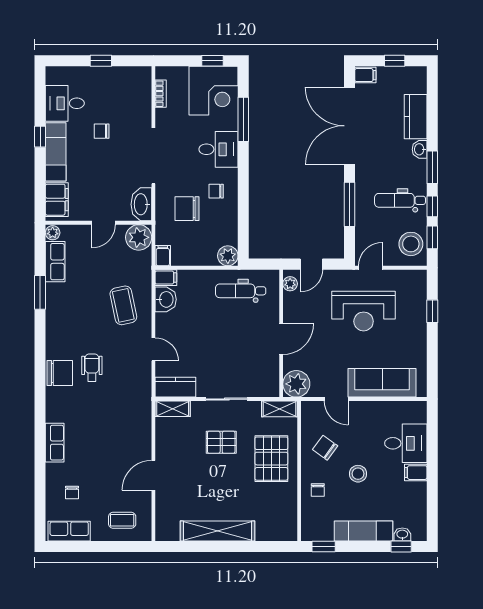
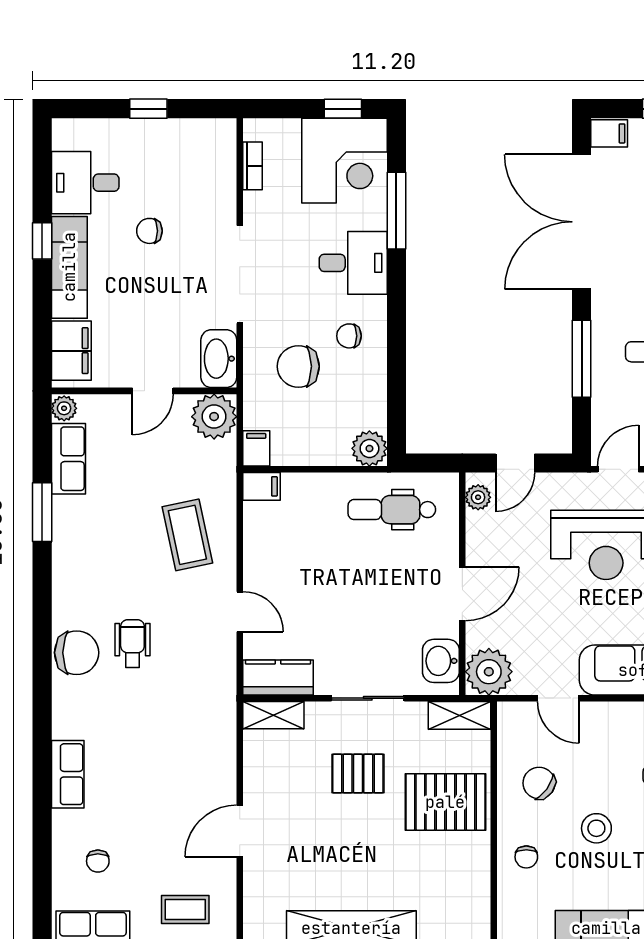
washbasin: (166, 299) -> (441, 661), moved, turned 180
pallet: (271, 459) -> (445, 802), turned 90

